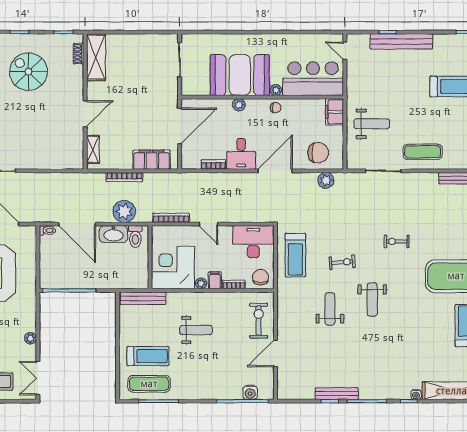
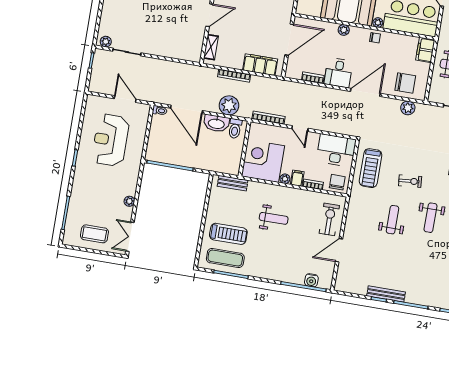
bench: (143, 298) -> (233, 183), width x0.73

